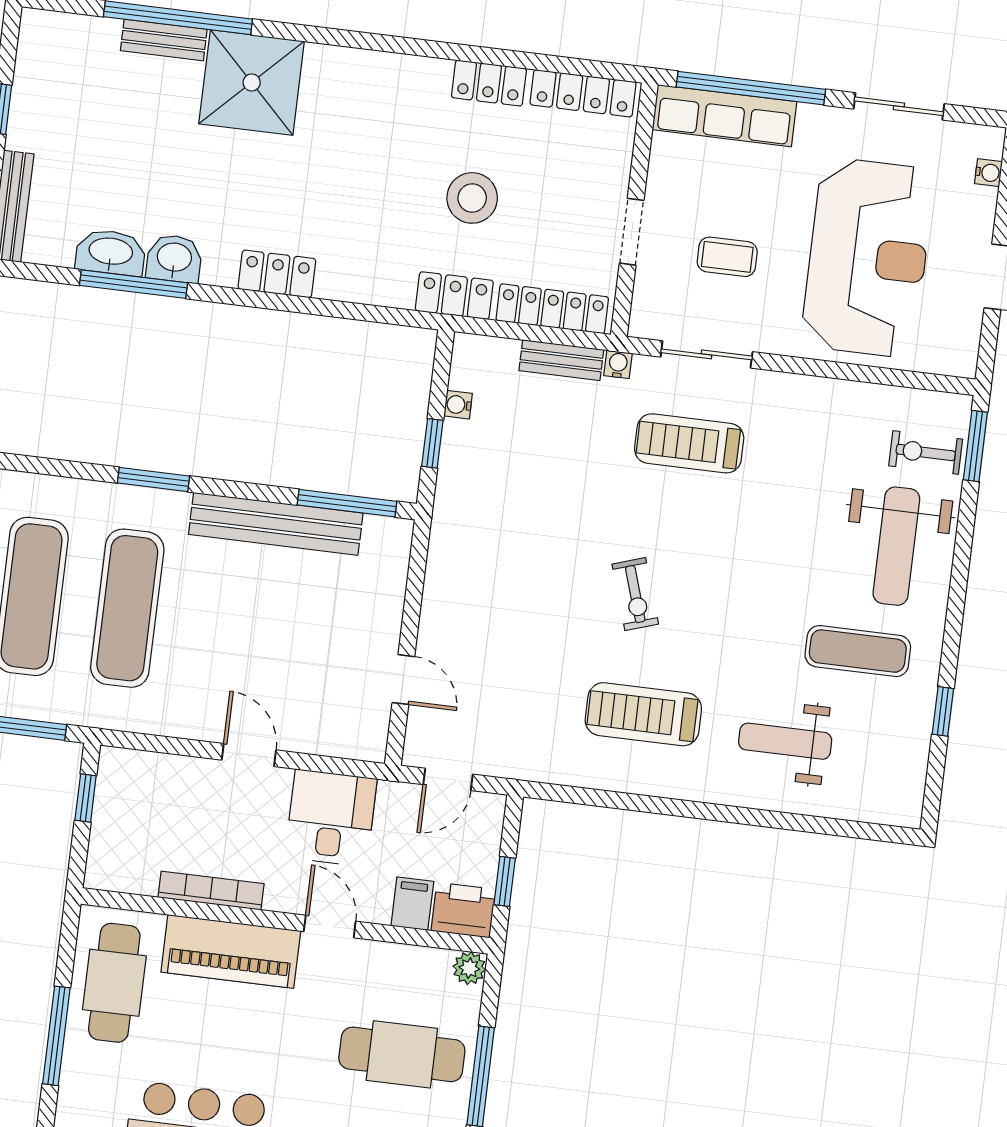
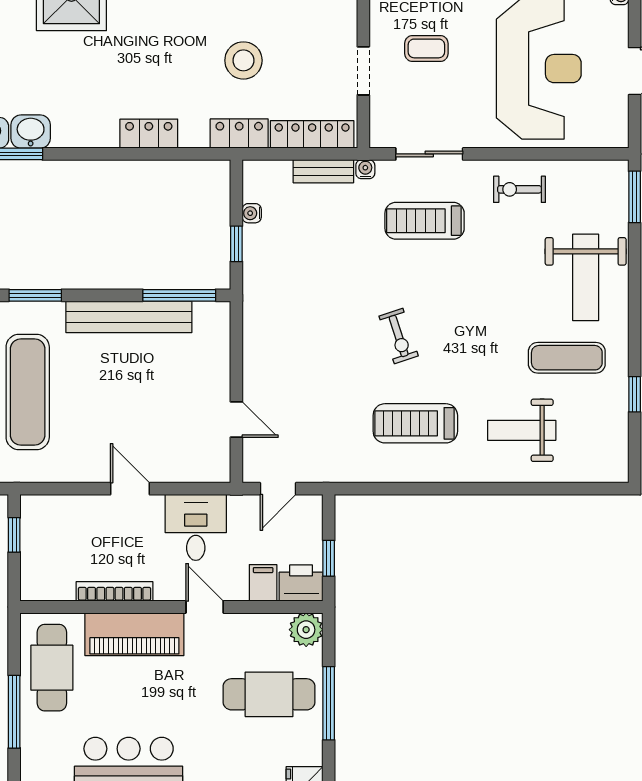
coffee table: (727, 257) -> (426, 48), moved
locker: (277, 274) -> (149, 134), moved
exercise bike: (926, 452) -> (520, 189), moved
plant: (469, 968) -> (306, 630), width x1.38, depth x1.38

